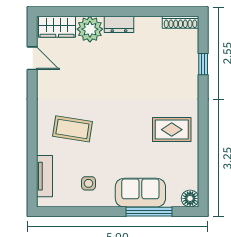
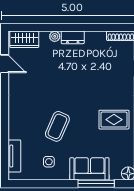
plant: (90, 29) -> (55, 36), width x0.53, depth x0.53
coffee table: (72, 129) -> (57, 126), moved, turned -75

